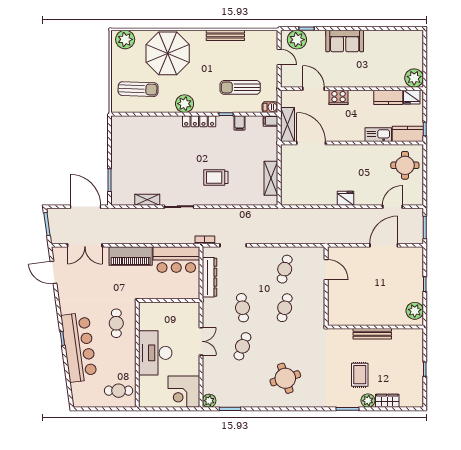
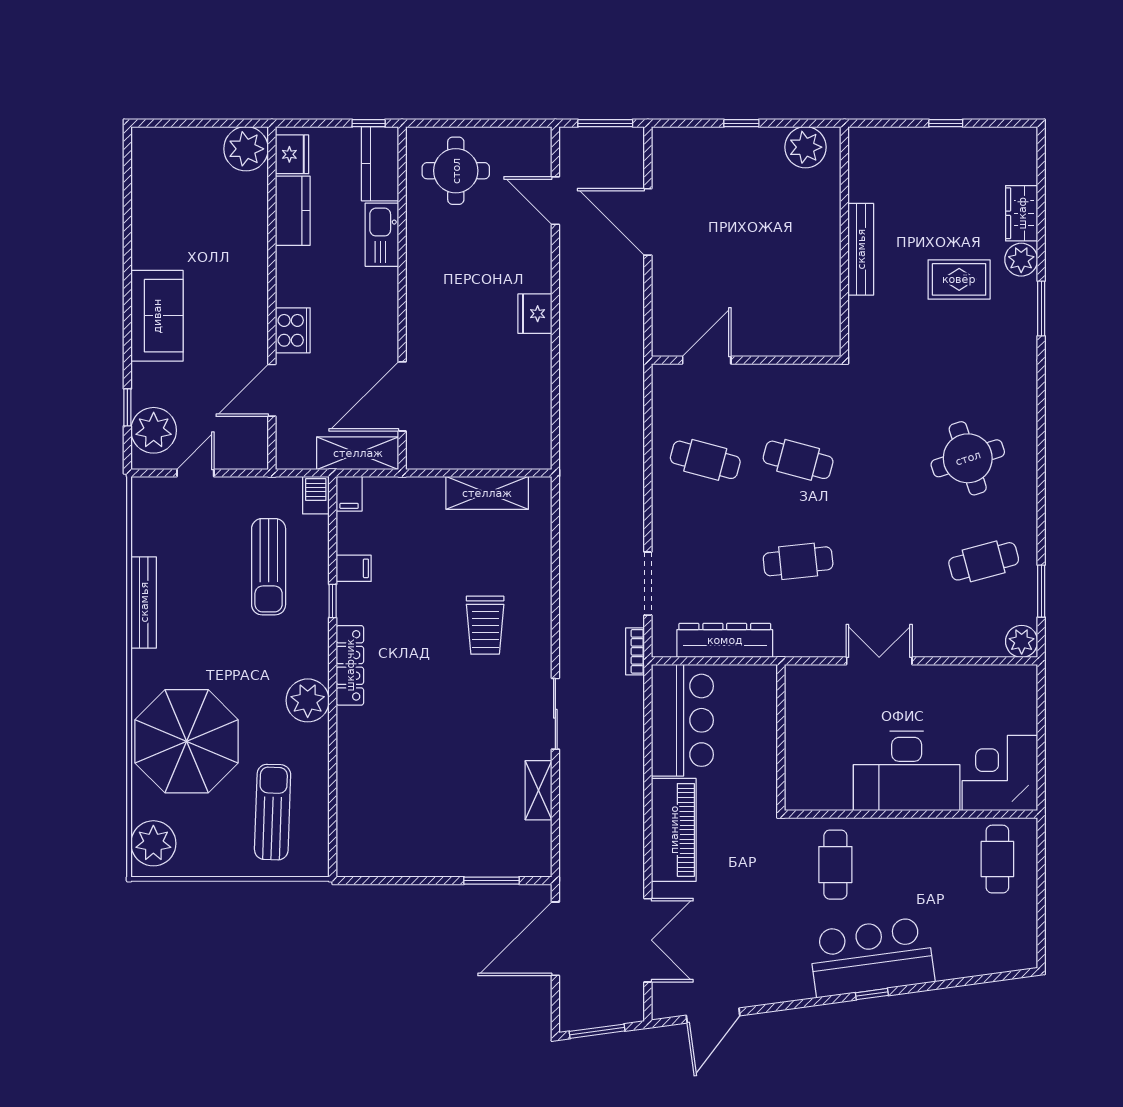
cafe table: (116, 323) -> (835, 865), turned 90
cafe table: (242, 346) -> (984, 561), moved, turned -36
bar counter: (79, 347) -> (871, 957), width x0.73
corner desk: (184, 392) -> (1000, 773), moved, turned 180

